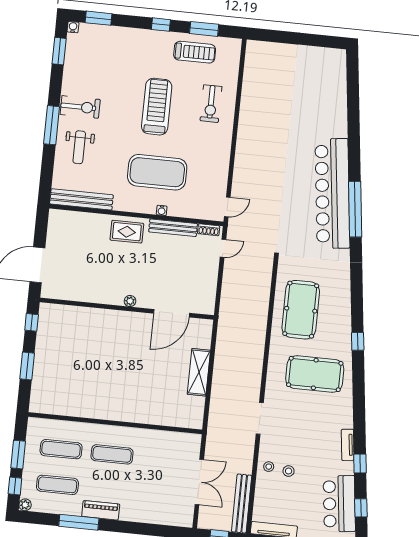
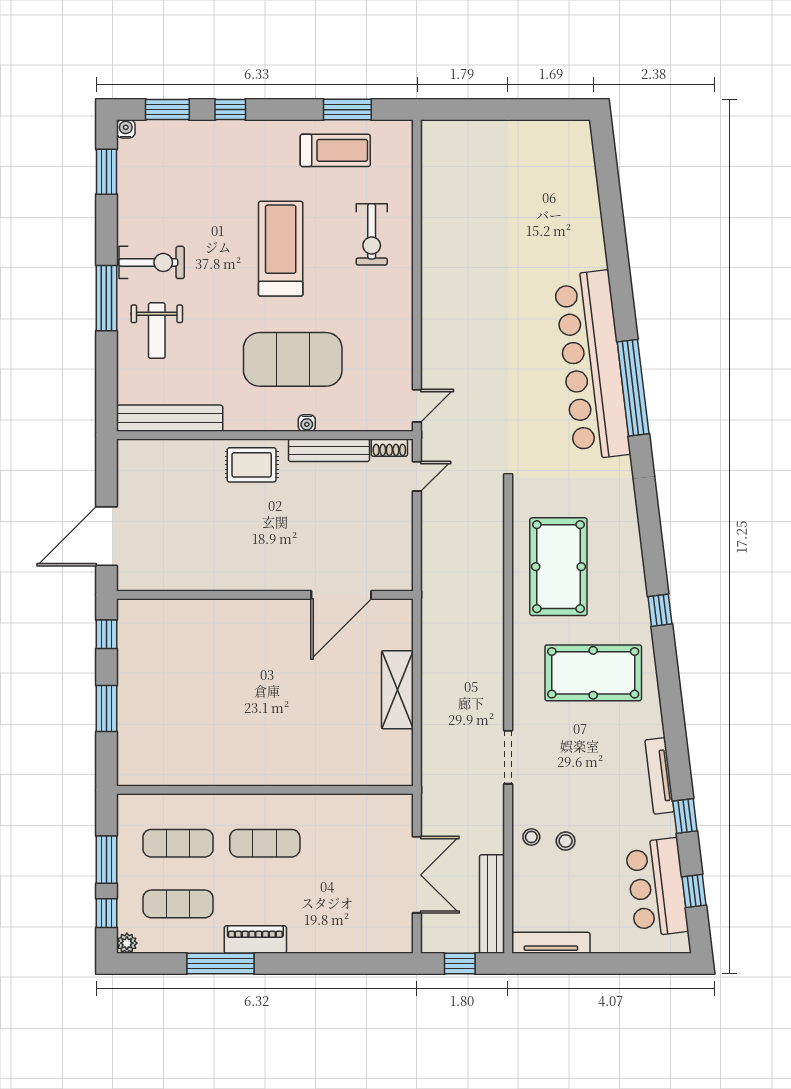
window: (161, 25) -> (230, 110), moved
plant: (130, 301) -> (269, 581), removed
tv unit: (348, 445) -> (660, 776), width x1.41

